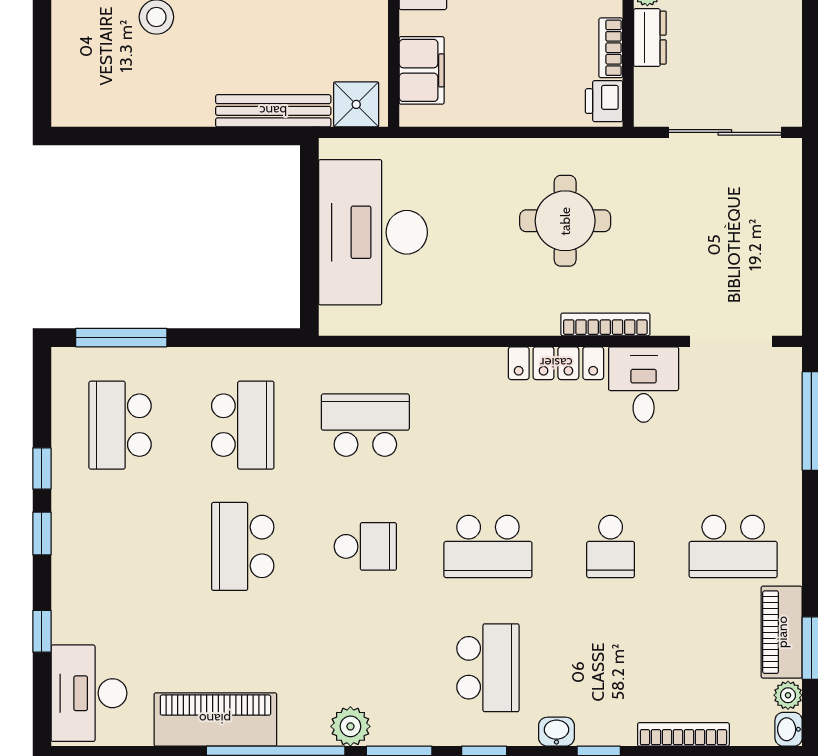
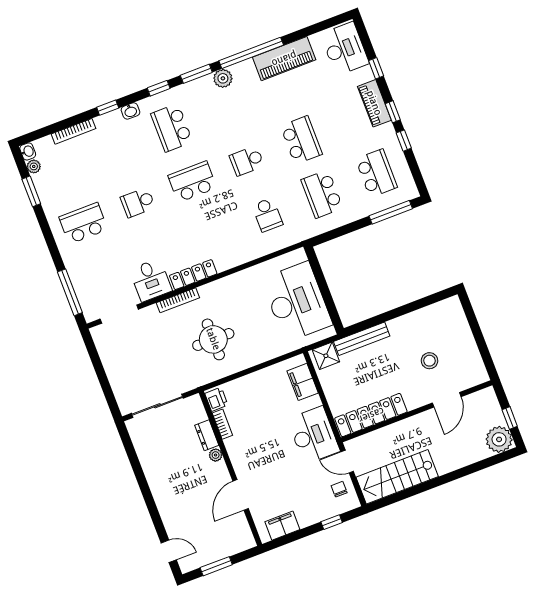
school desk: (365, 425) -> (267, 215), width x0.54
school desk: (611, 546) -> (138, 202), turned -90
piano: (782, 632) -> (374, 103), moved, turned 180

